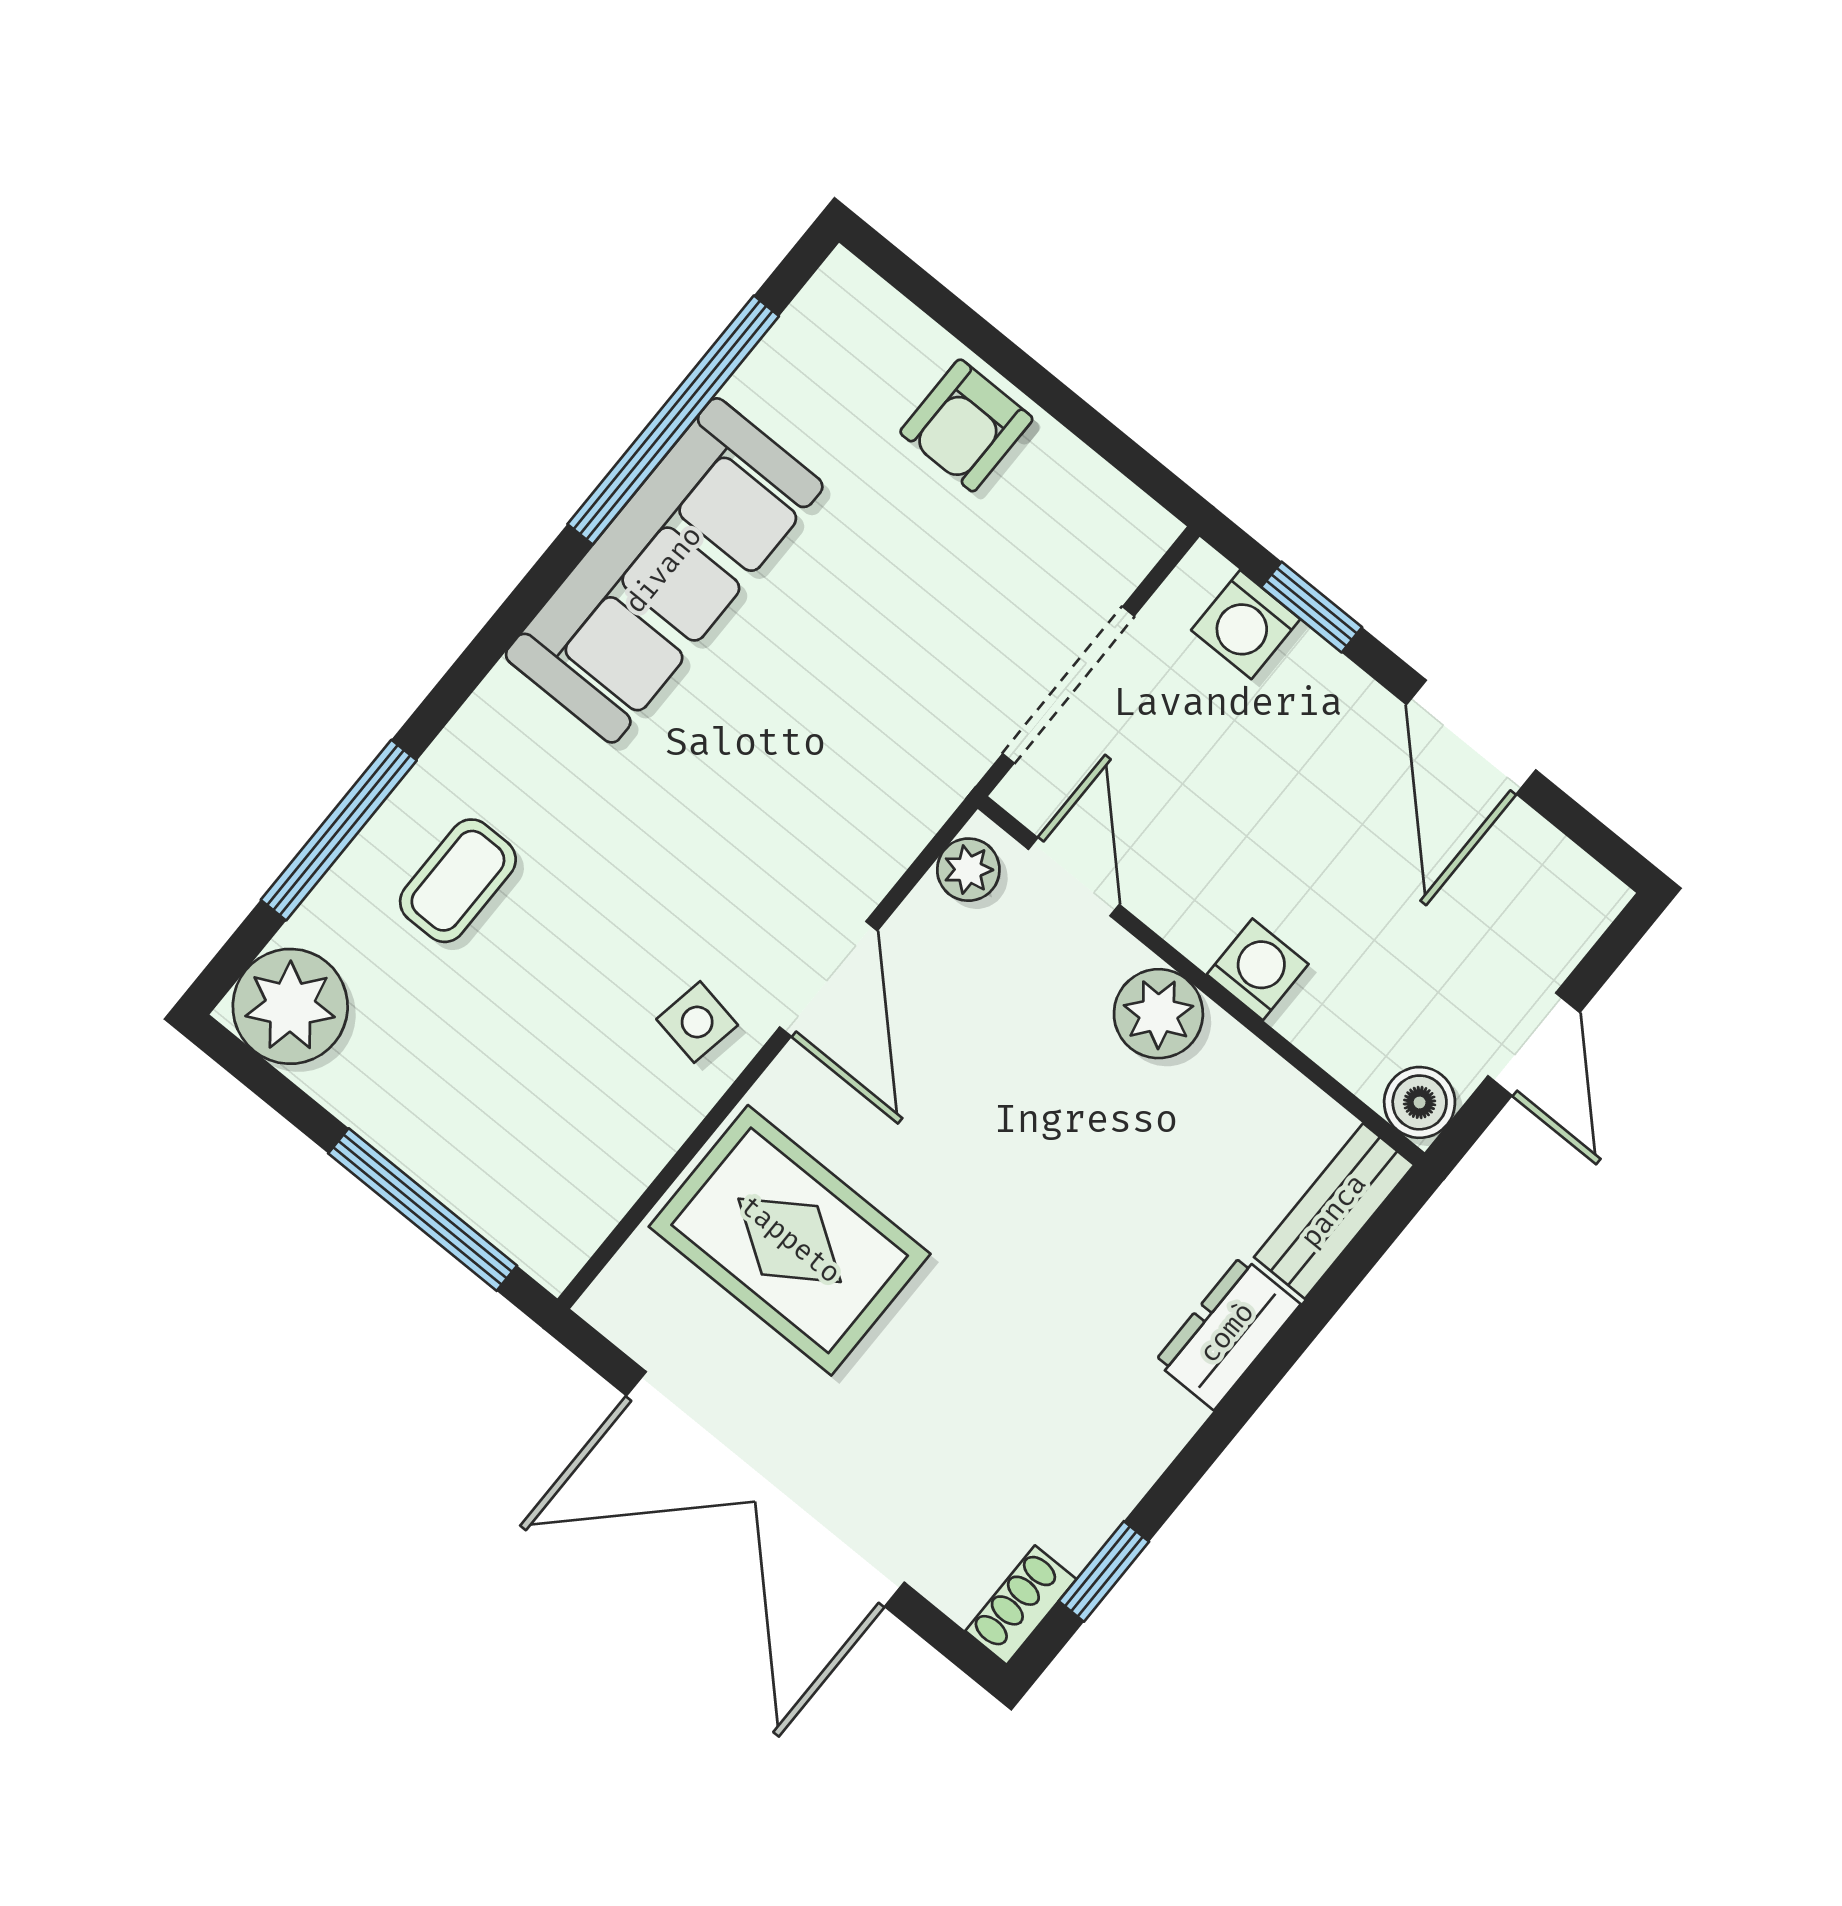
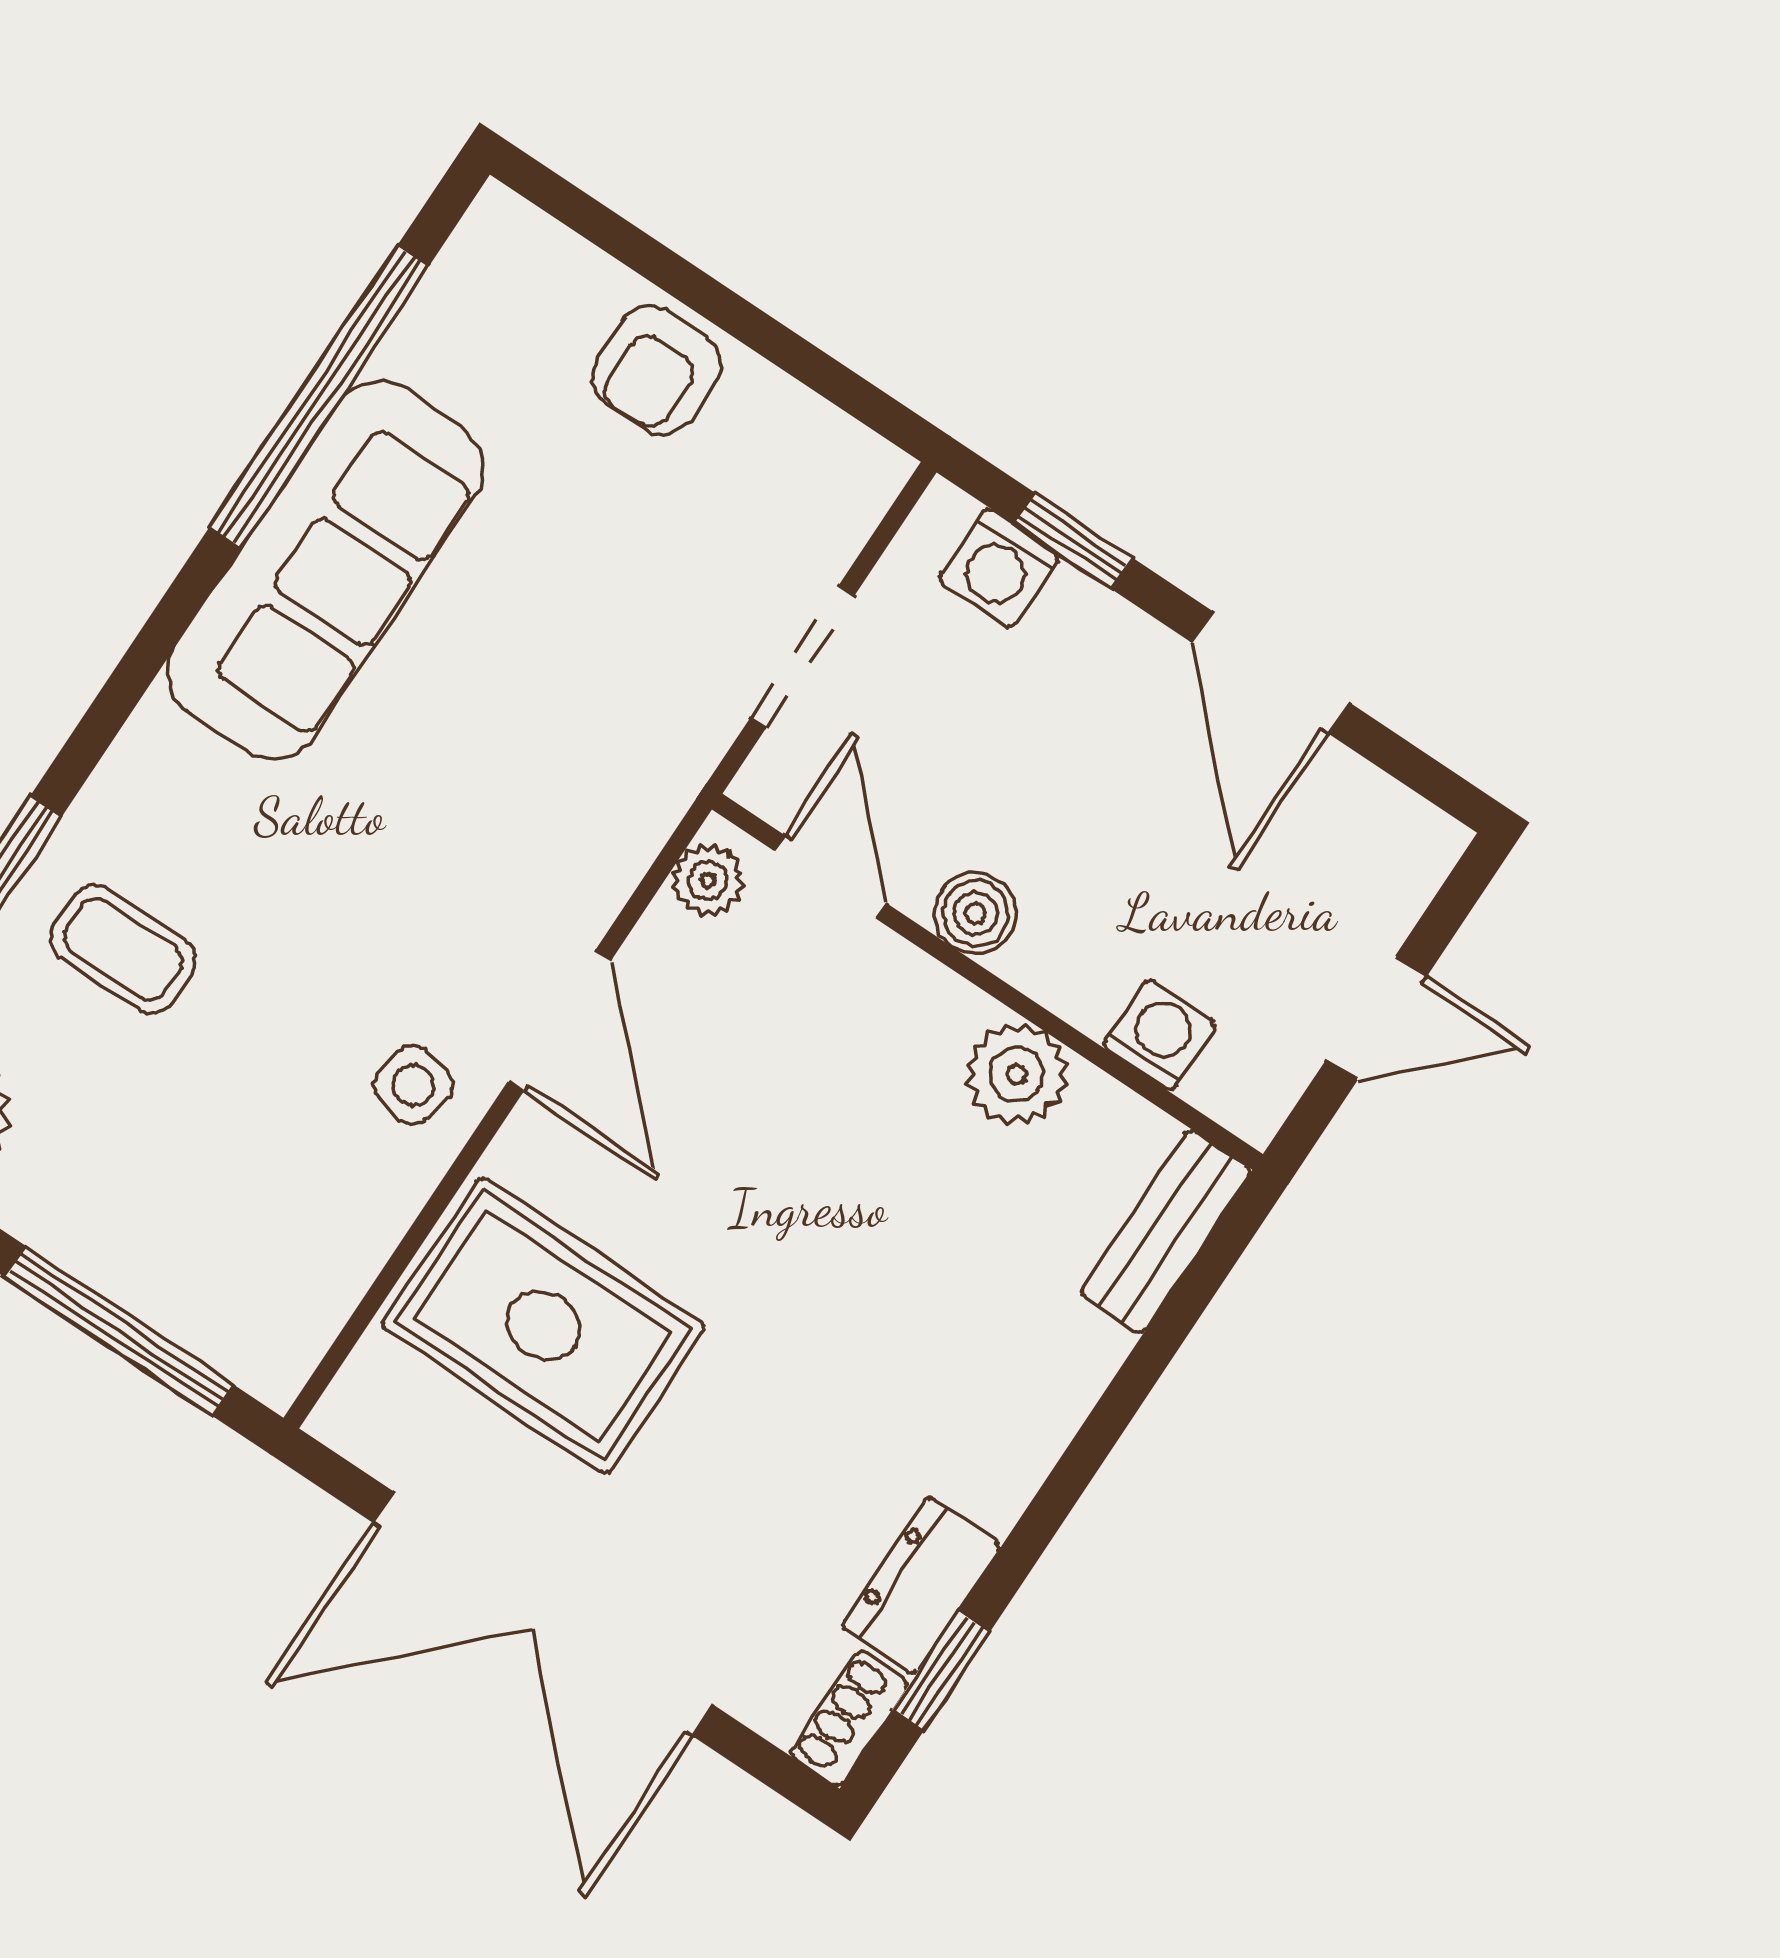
doorway: (1068, 685) -> (802, 657), width x0.73
coffee table: (458, 881) -> (123, 949), turned 90
washing machine: (1258, 969) -> (1160, 1035), moved
plant: (1158, 1014) -> (1017, 1074), moved
door: (1534, 1044) -> (1376, 1018), hinge flipped
boiler: (1420, 1102) -> (975, 913), moved
dresser: (1227, 1333) -> (922, 1586), moved

